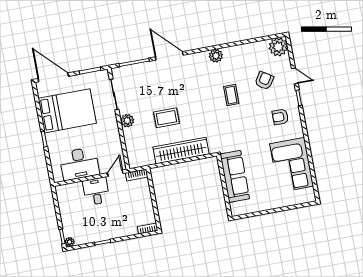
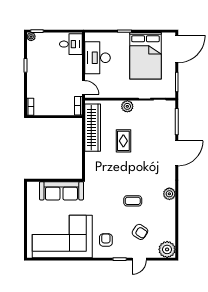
wardrobe: (181, 151) -> (93, 128), moved
corner sofa: (292, 165) -> (62, 236), width x1.36, depth x1.36
desk: (96, 191) -> (71, 44), moved

